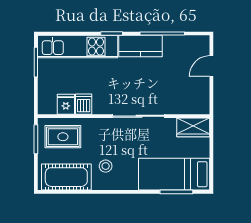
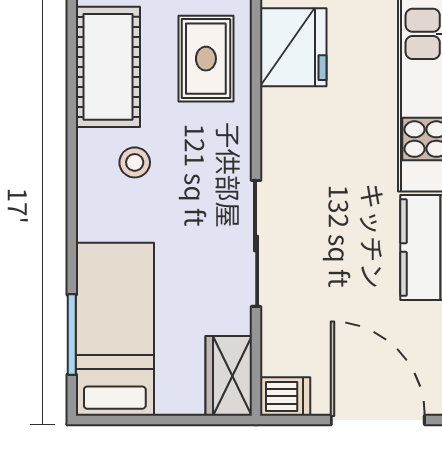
door: (211, 66) -> (378, 420), width x1.88
fridge: (66, 104) -> (293, 47), width x1.88, depth x1.34
dishwasher: (84, 104) -> (285, 396), moved

